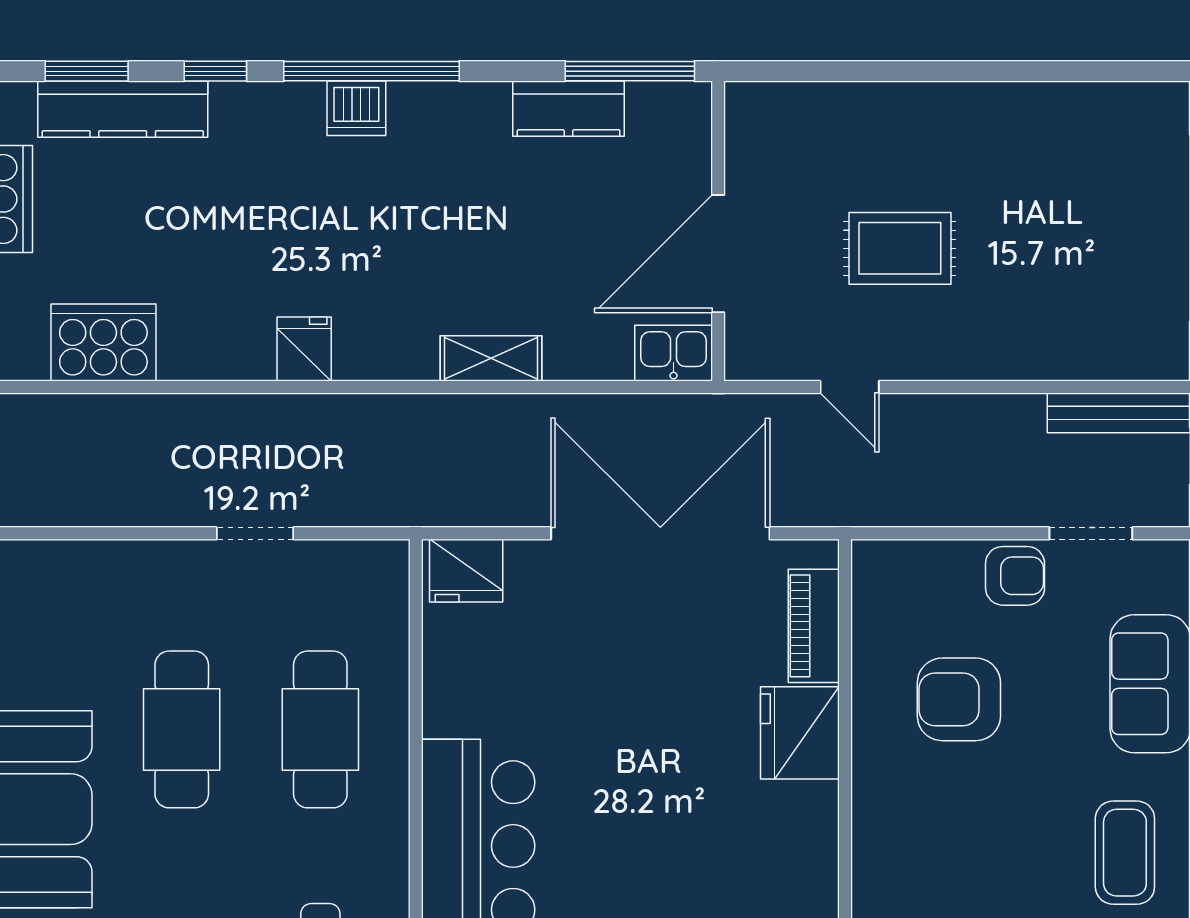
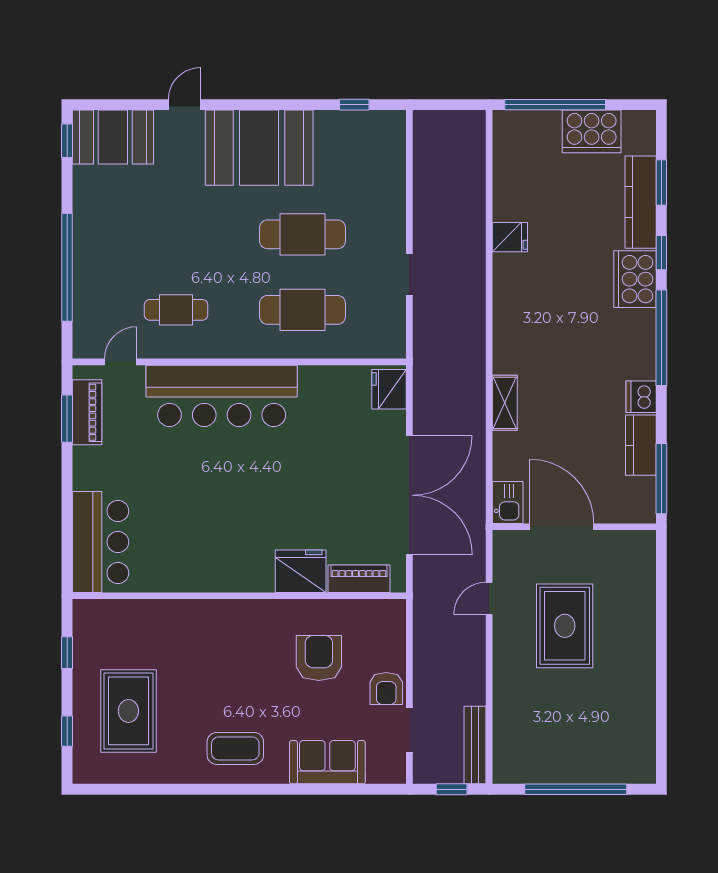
dishwasher: (356, 108) -> (641, 397), moved
rug: (900, 248) -> (565, 626), width x1.36, depth x1.43
cooker: (103, 343) -> (635, 279), moved, turned 180
fridge: (304, 349) -> (510, 237), moved

